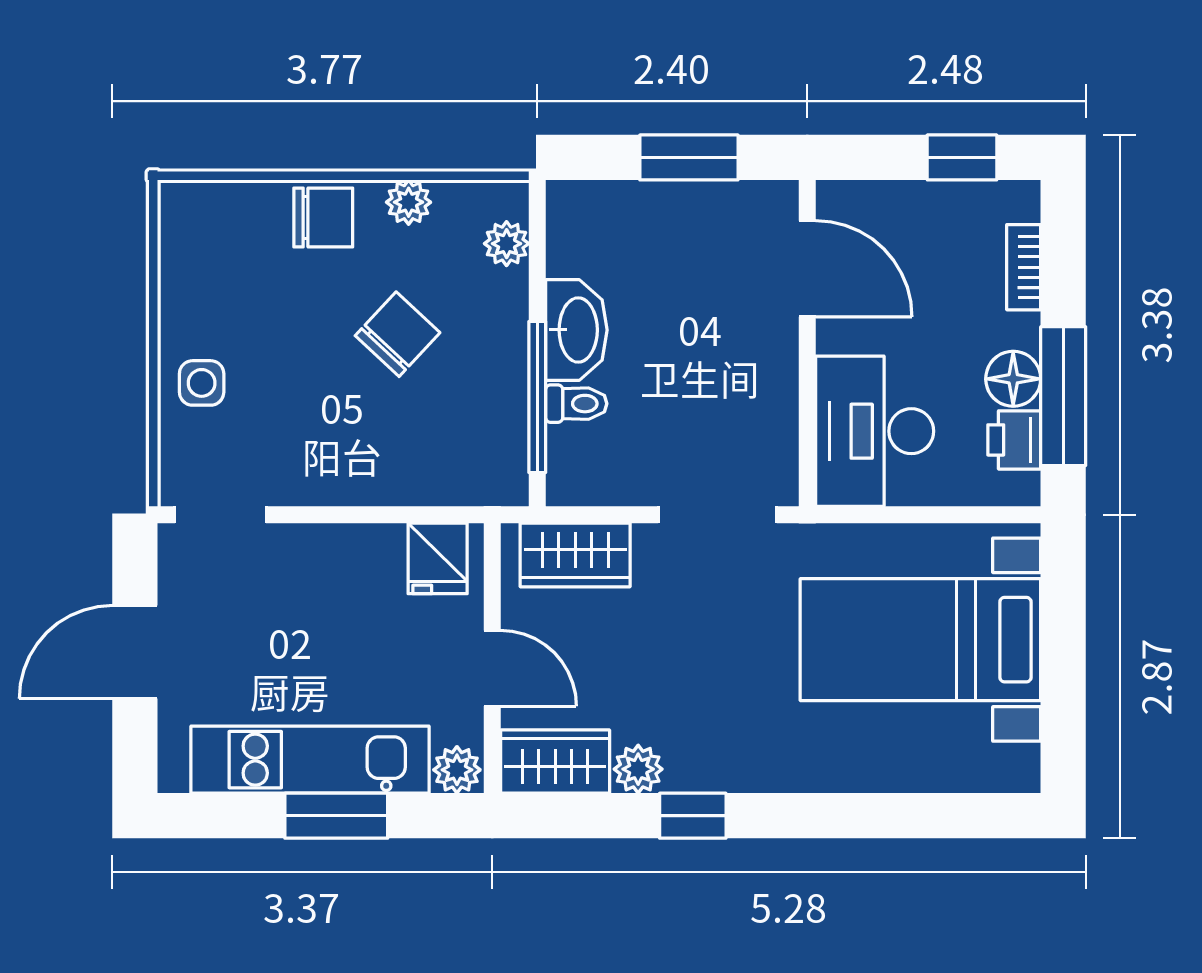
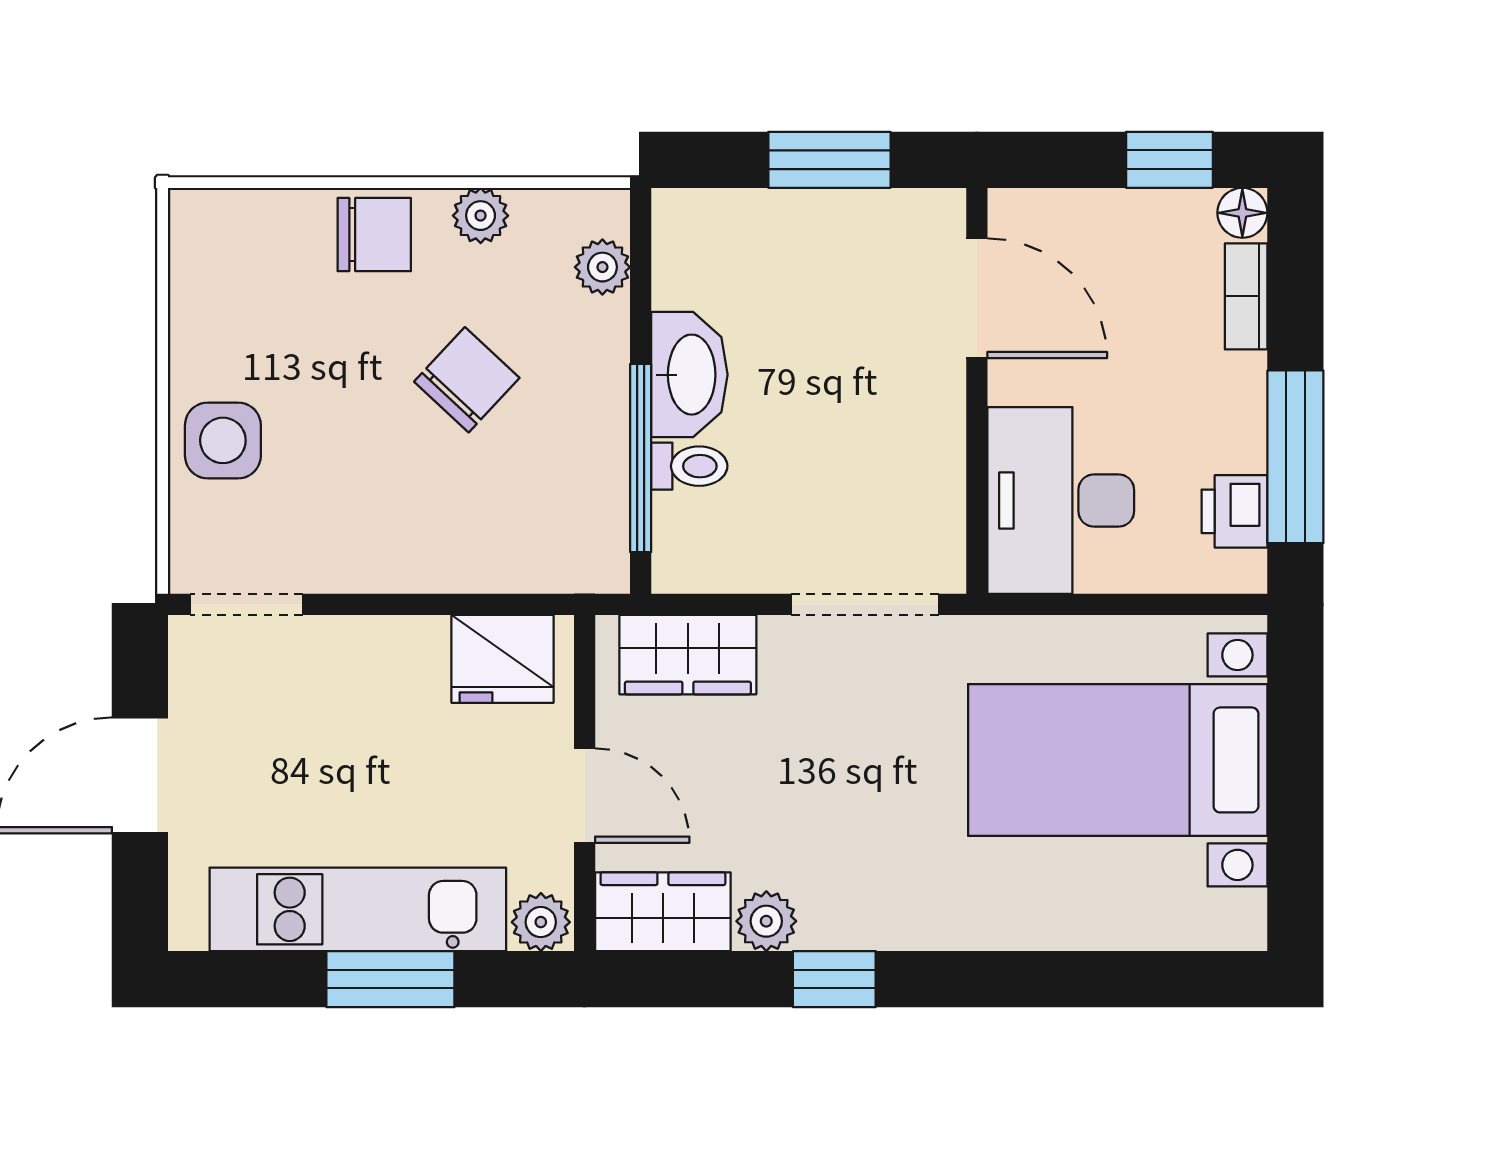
floor lamp: (1013, 379) -> (1242, 213), moved, width x0.73, depth x0.73
side table: (202, 383) -> (223, 440), width x1.37, depth x1.37
fridge: (438, 558) -> (502, 659), width x1.38

